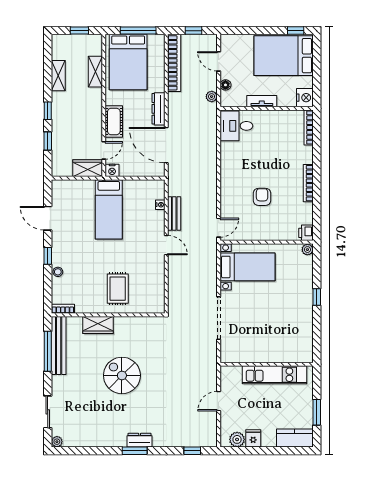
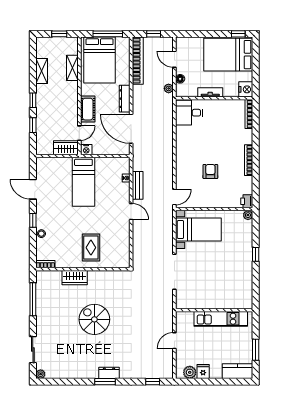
bench: (59, 345) -> (42, 295), removed

